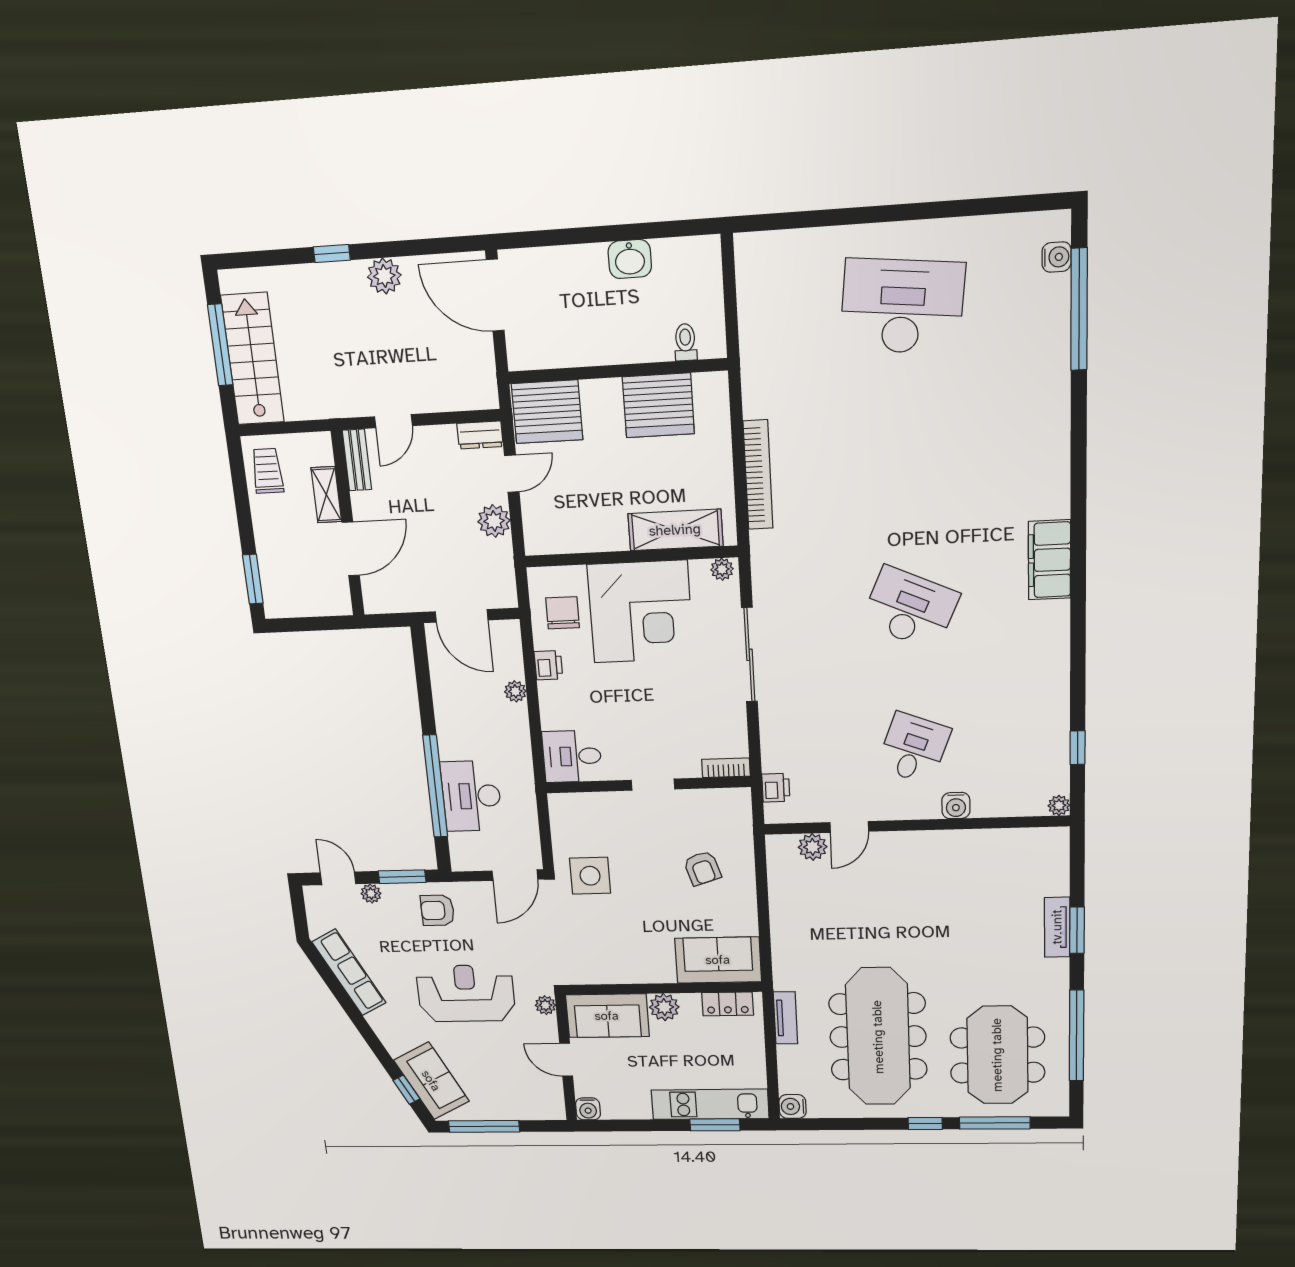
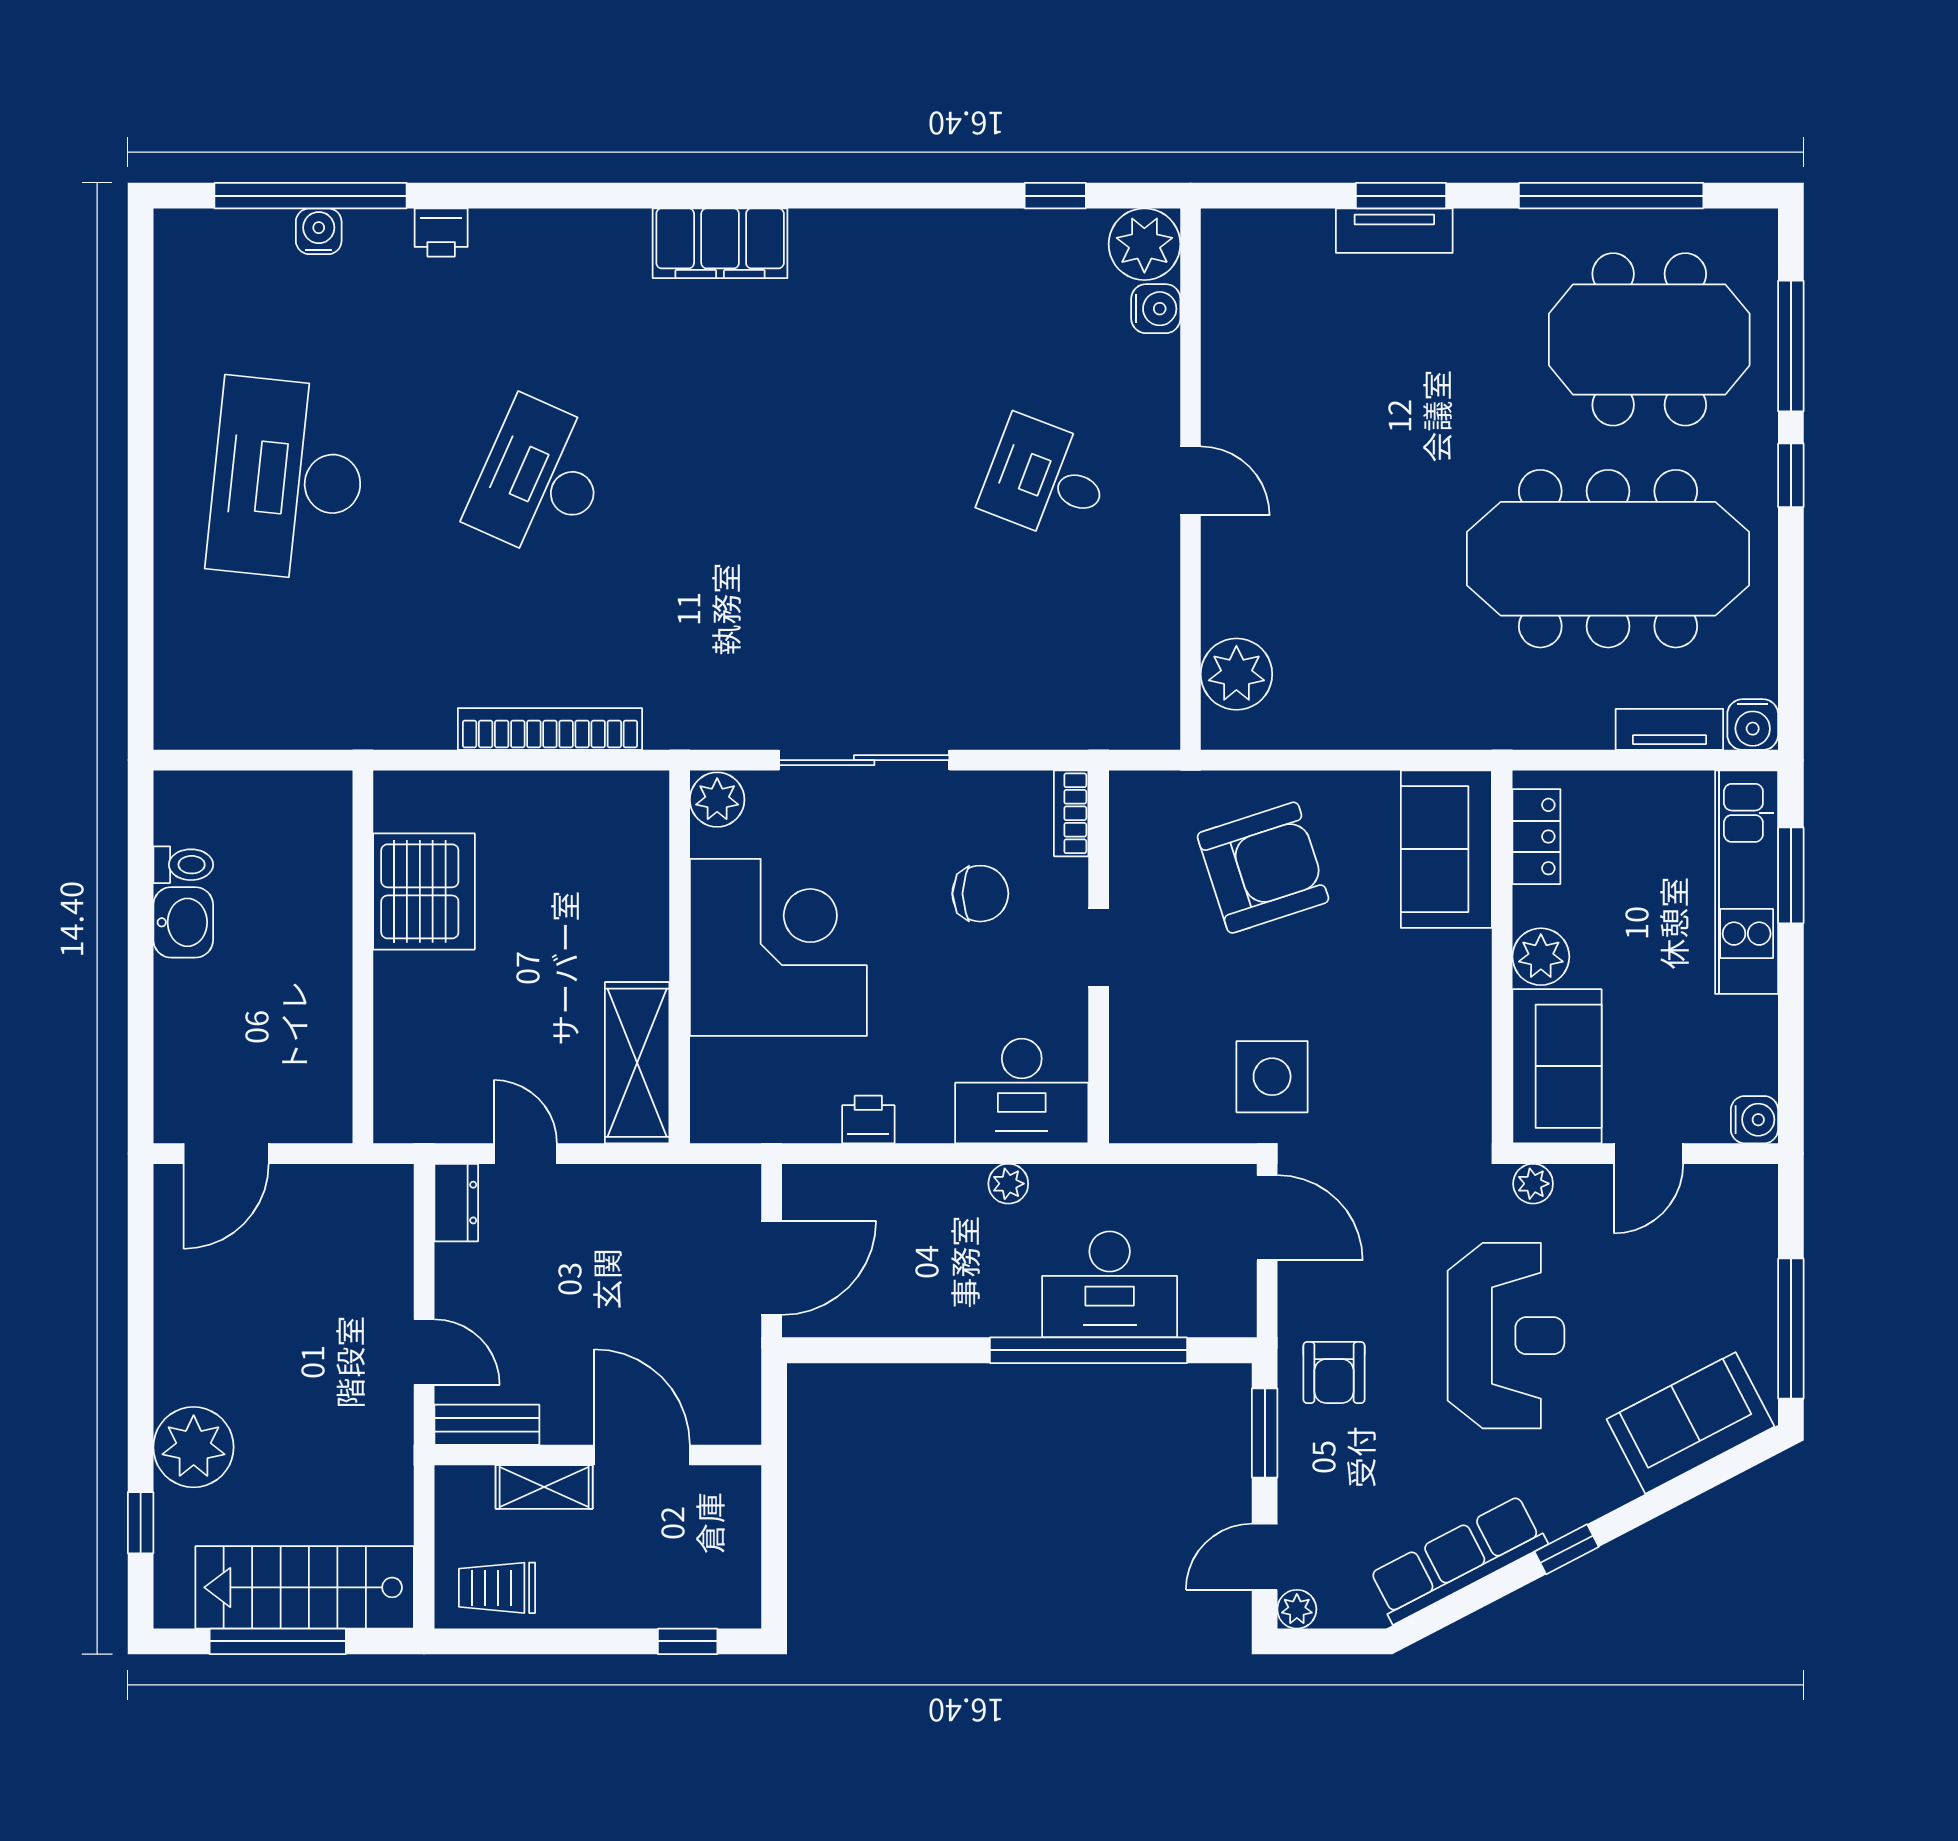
window: (332, 253) -> (141, 1523), moved
water cooler: (1057, 257) -> (319, 231), moved
plant: (384, 276) -> (194, 1447), moved, width x1.36, depth x1.36
door: (495, 295) -> (226, 1154), width x0.73
toilet: (685, 342) -> (183, 865), moved, turned 180
server rack: (547, 412) -> (423, 1083), removed
plant: (494, 521) -> (606, 1193), removed
shelving: (675, 530) -> (637, 1063), moved
plant: (722, 569) -> (717, 800), width x1.38, depth x1.38
window: (253, 579) -> (688, 1641), width x0.67
desk: (910, 608) -> (540, 479), moved
chair: (563, 613) -> (980, 894), moved, turned 180
plant: (515, 691) -> (1008, 1184), moved
desk: (572, 756) -> (1022, 1091), width x1.37
printer: (776, 788) -> (441, 232), moved, turned 180
plant: (1059, 805) -> (1144, 244), width x1.88, depth x1.88
water cooler: (956, 806) -> (1156, 309), moved
door: (849, 827) -> (1191, 481), moved
plant: (813, 847) -> (1236, 674), width x1.36, depth x1.36
armchair: (702, 868) -> (1263, 868), width x1.88, depth x1.88
plant: (371, 894) -> (1297, 1609), moved
reception desk: (466, 993) -> (1506, 1336), turned 180
tv unit: (785, 1018) -> (1669, 729), moved
window: (406, 1090) -> (1567, 1549), moved

